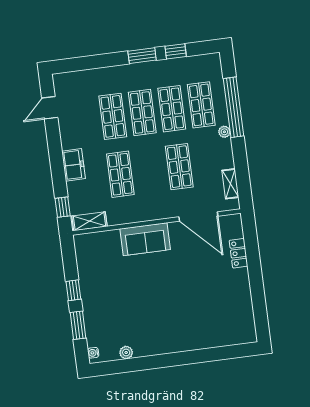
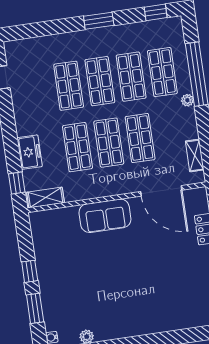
window: (176, 51) -> (156, 12), moved
freezer: (74, 165) -> (30, 152), moved
shop shelf: (150, 170) -> (109, 143), added

